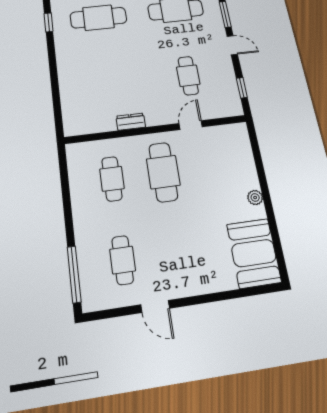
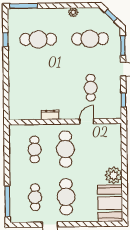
plant: (255, 197) -> (114, 175), width x1.88, depth x1.88
cafe table: (176, 252) -> (66, 197), added

